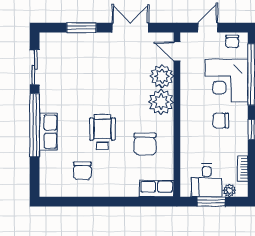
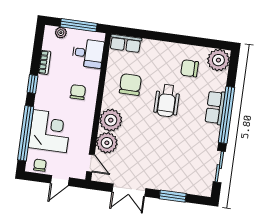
chair: (221, 121) -> (78, 92), moved, turned -90
bookcase: (243, 168) -> (45, 62), moved
chair: (82, 171) -> (190, 68), turned -90
desk: (207, 180) -> (88, 53), moved, turned 90
plant: (52, 184) -> (218, 60), added
window: (211, 202) -> (79, 25), width x1.44

